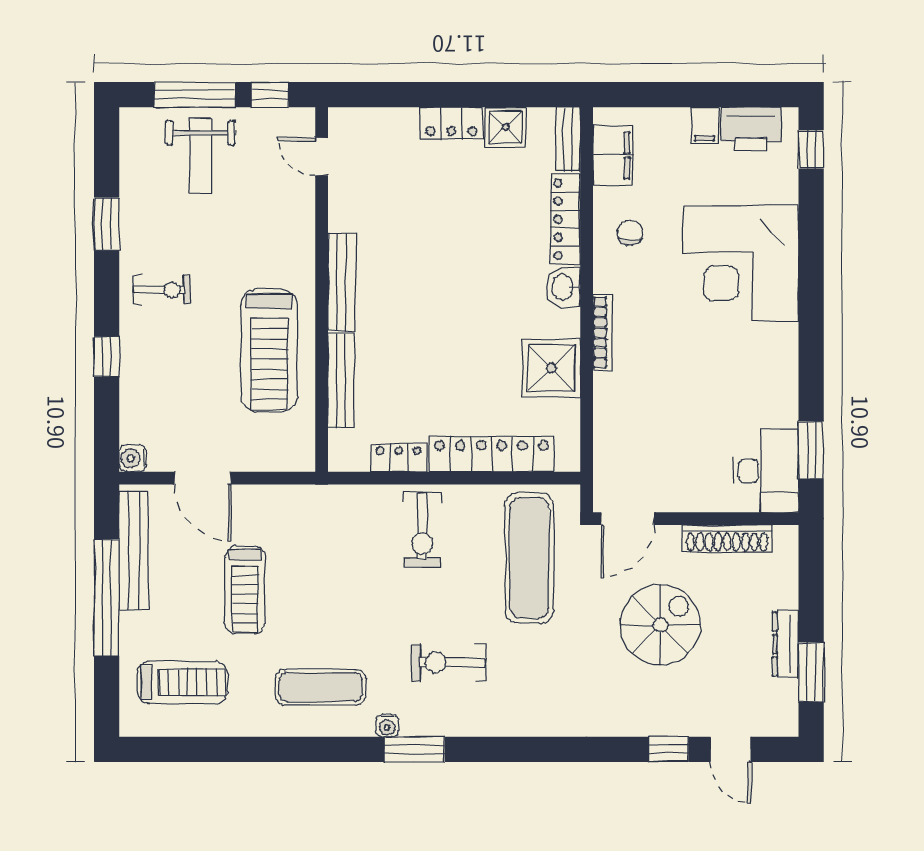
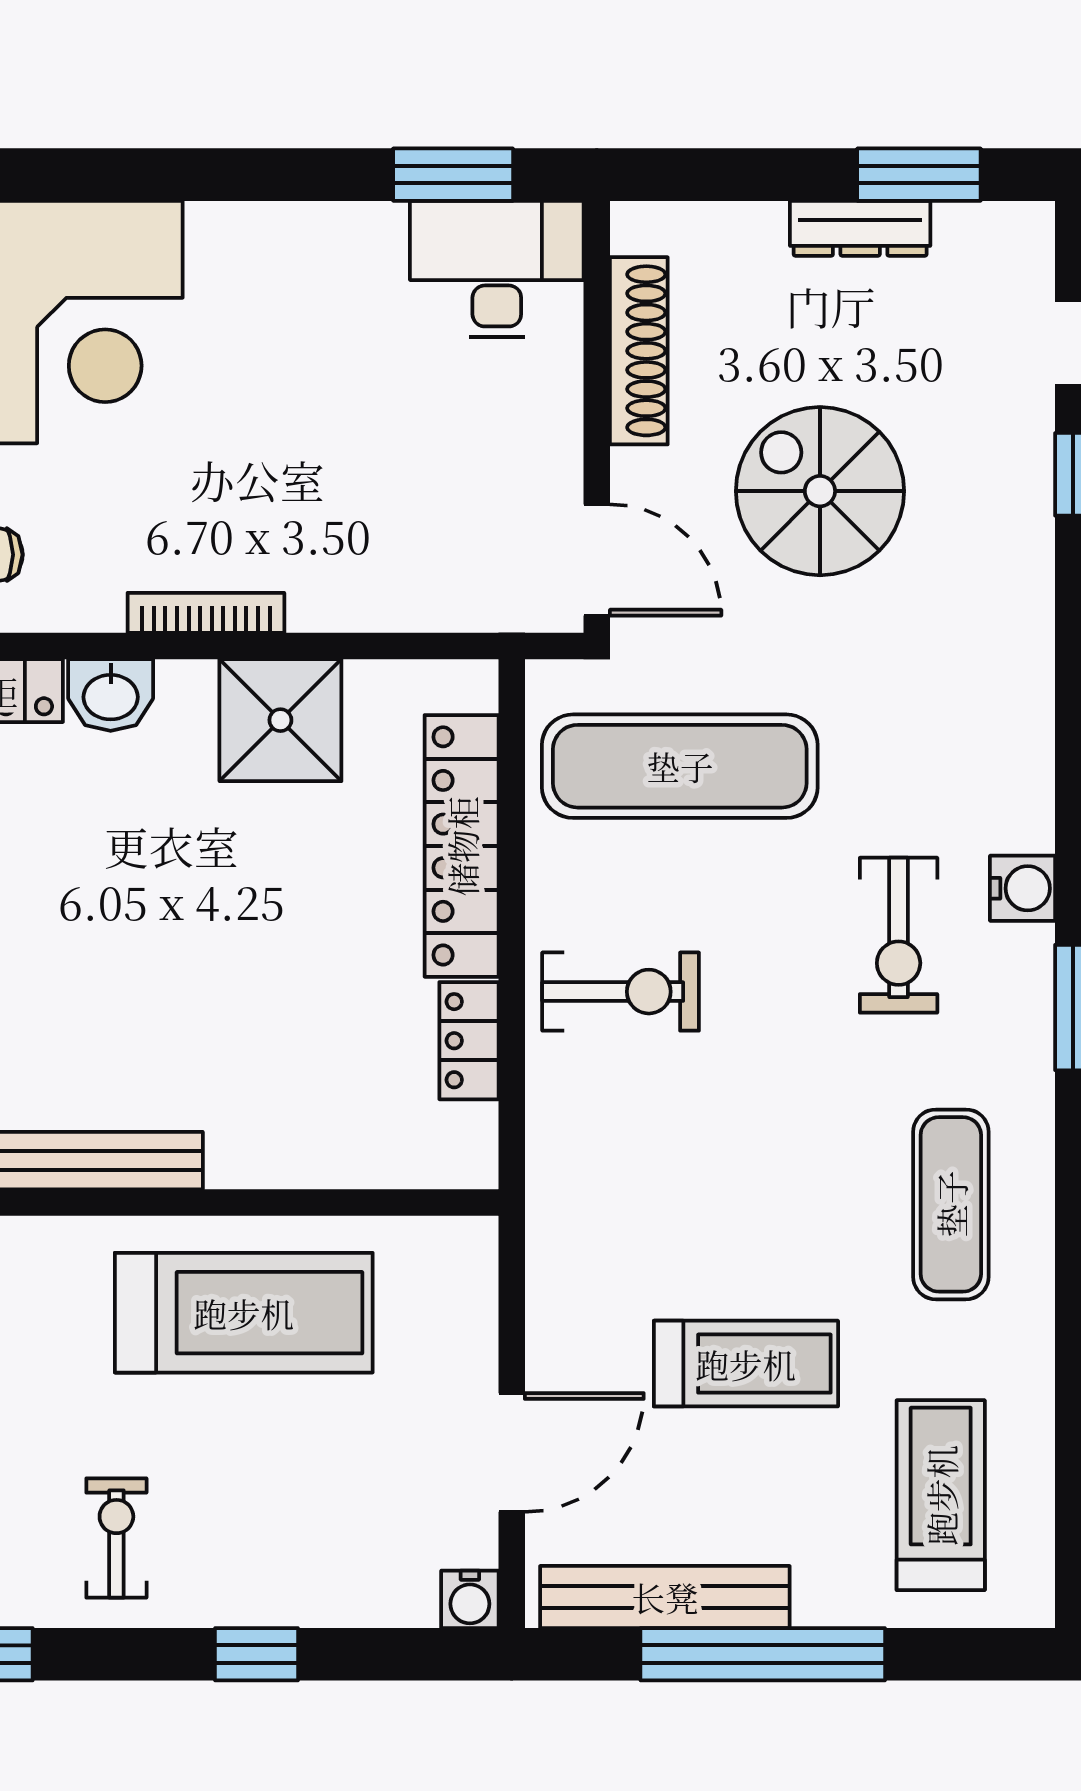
bench: (341, 381) -> (307, 1162), removed
water cooler: (387, 726) -> (1022, 888), moved, width x1.38, depth x1.38

